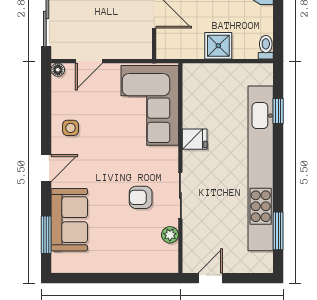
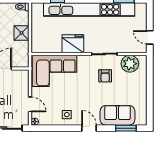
fridge: (195, 139) -> (73, 44), width x1.88, depth x1.34
plant: (170, 235) -> (130, 64), width x1.87, depth x1.87

